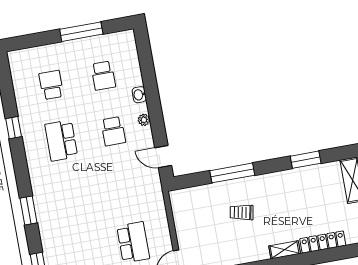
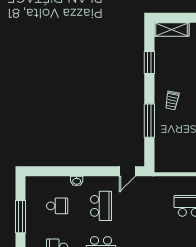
plant: (144, 120) -> (97, 181), removed
school desk: (113, 131) -> (101, 206), width x1.85
trolley: (242, 212) -> (172, 101), moved

